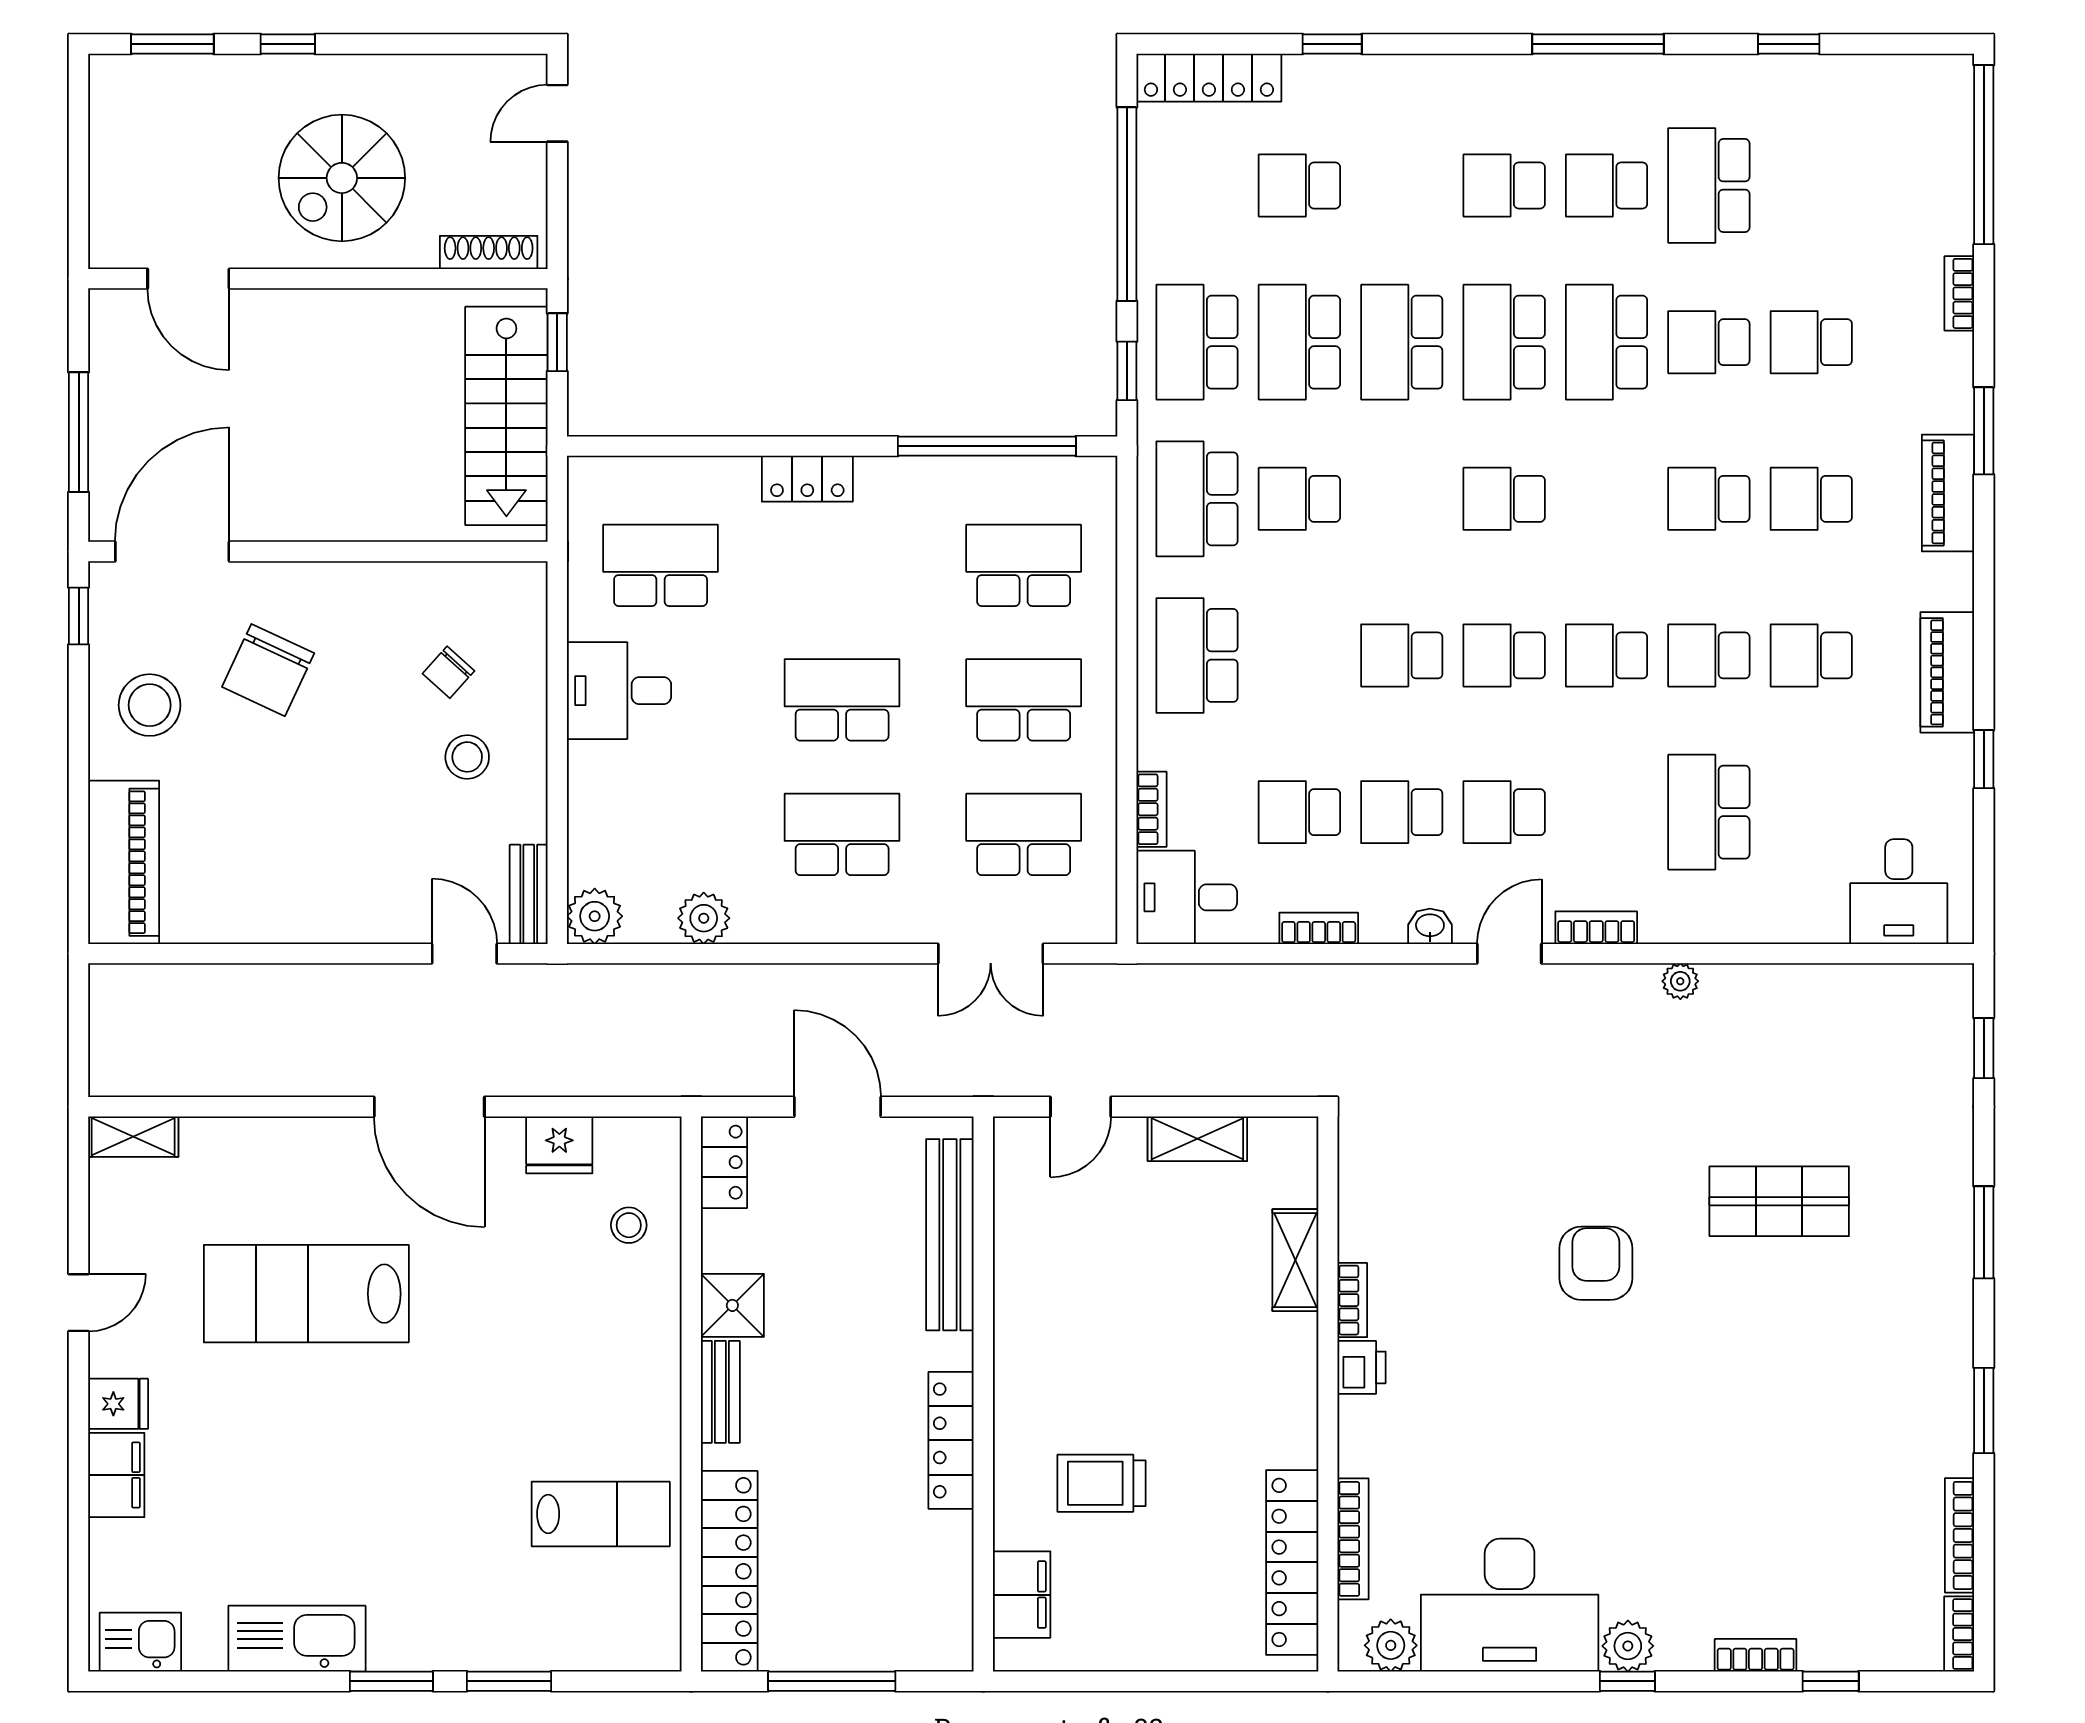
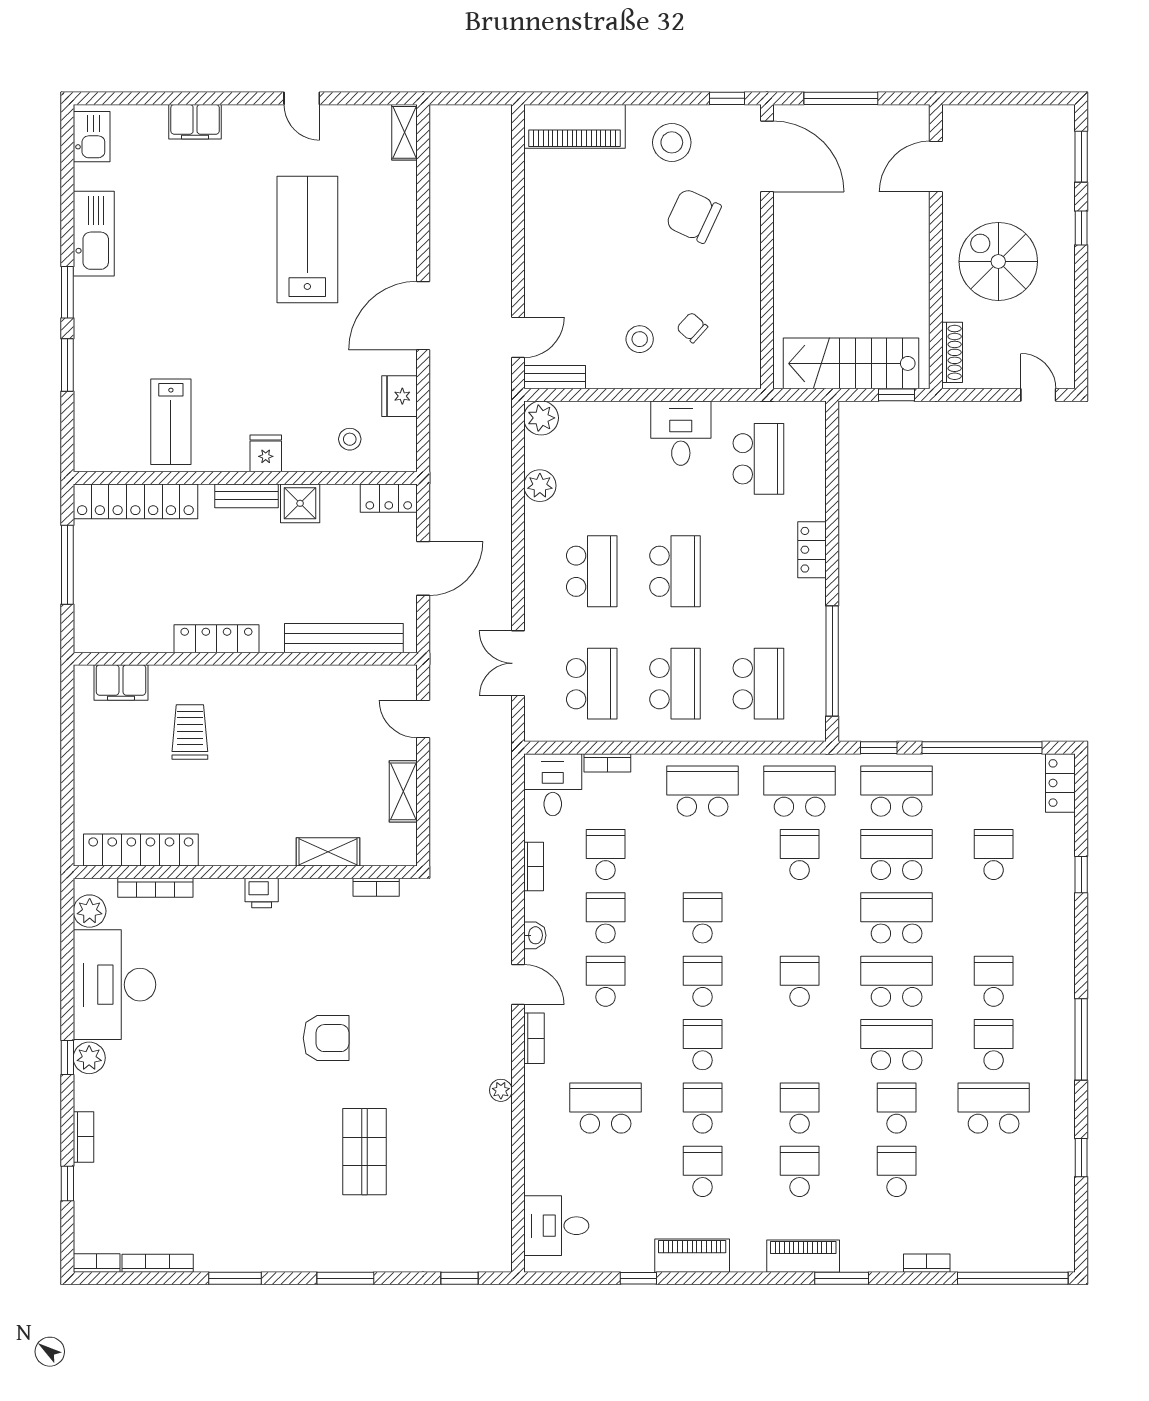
locker: (1209, 78) -> (1060, 783), width x0.66
bookcase: (1352, 1300) -> (376, 887), moved
fridge: (118, 1404) -> (266, 453), moved, turned 180

